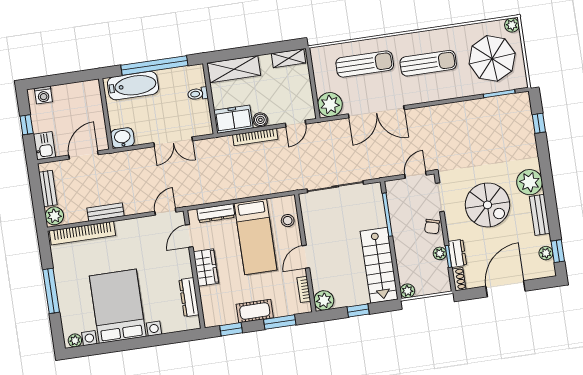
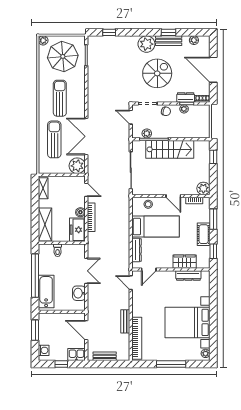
window: (72, 78) -> (35, 330), added
double door: (376, 112) -> (86, 136), swing flipped
washbasin: (122, 138) -> (79, 293), moved
plant: (54, 216) -> (123, 355), removed
door: (189, 236) -> (149, 269), hinge flipped
window: (558, 251) -> (168, 32), moved
stairs: (379, 265) -> (170, 149), moved
wardrobe: (206, 267) -> (185, 262), moved
plant: (407, 291) -> (147, 133), moved
window: (358, 310) -> (213, 157), moved

